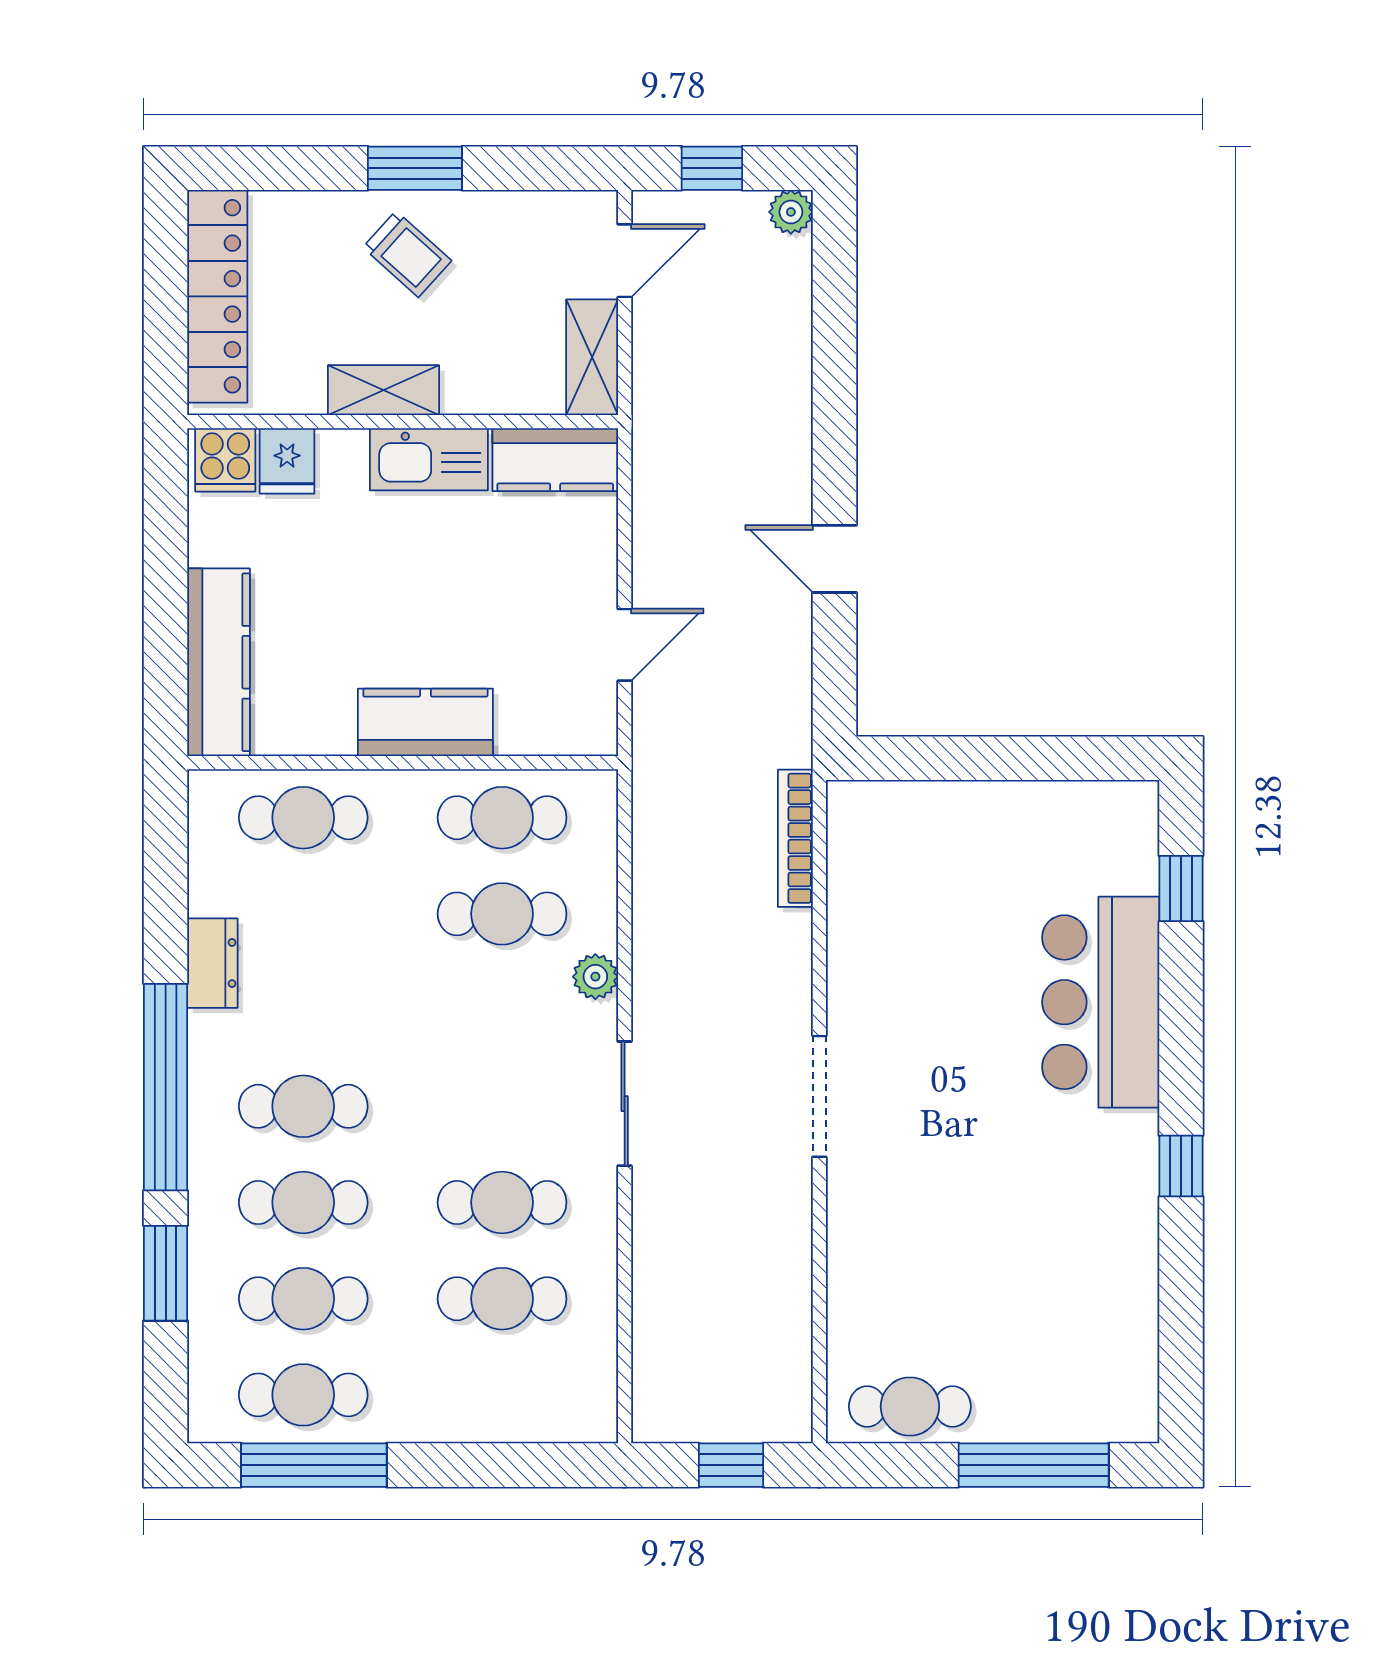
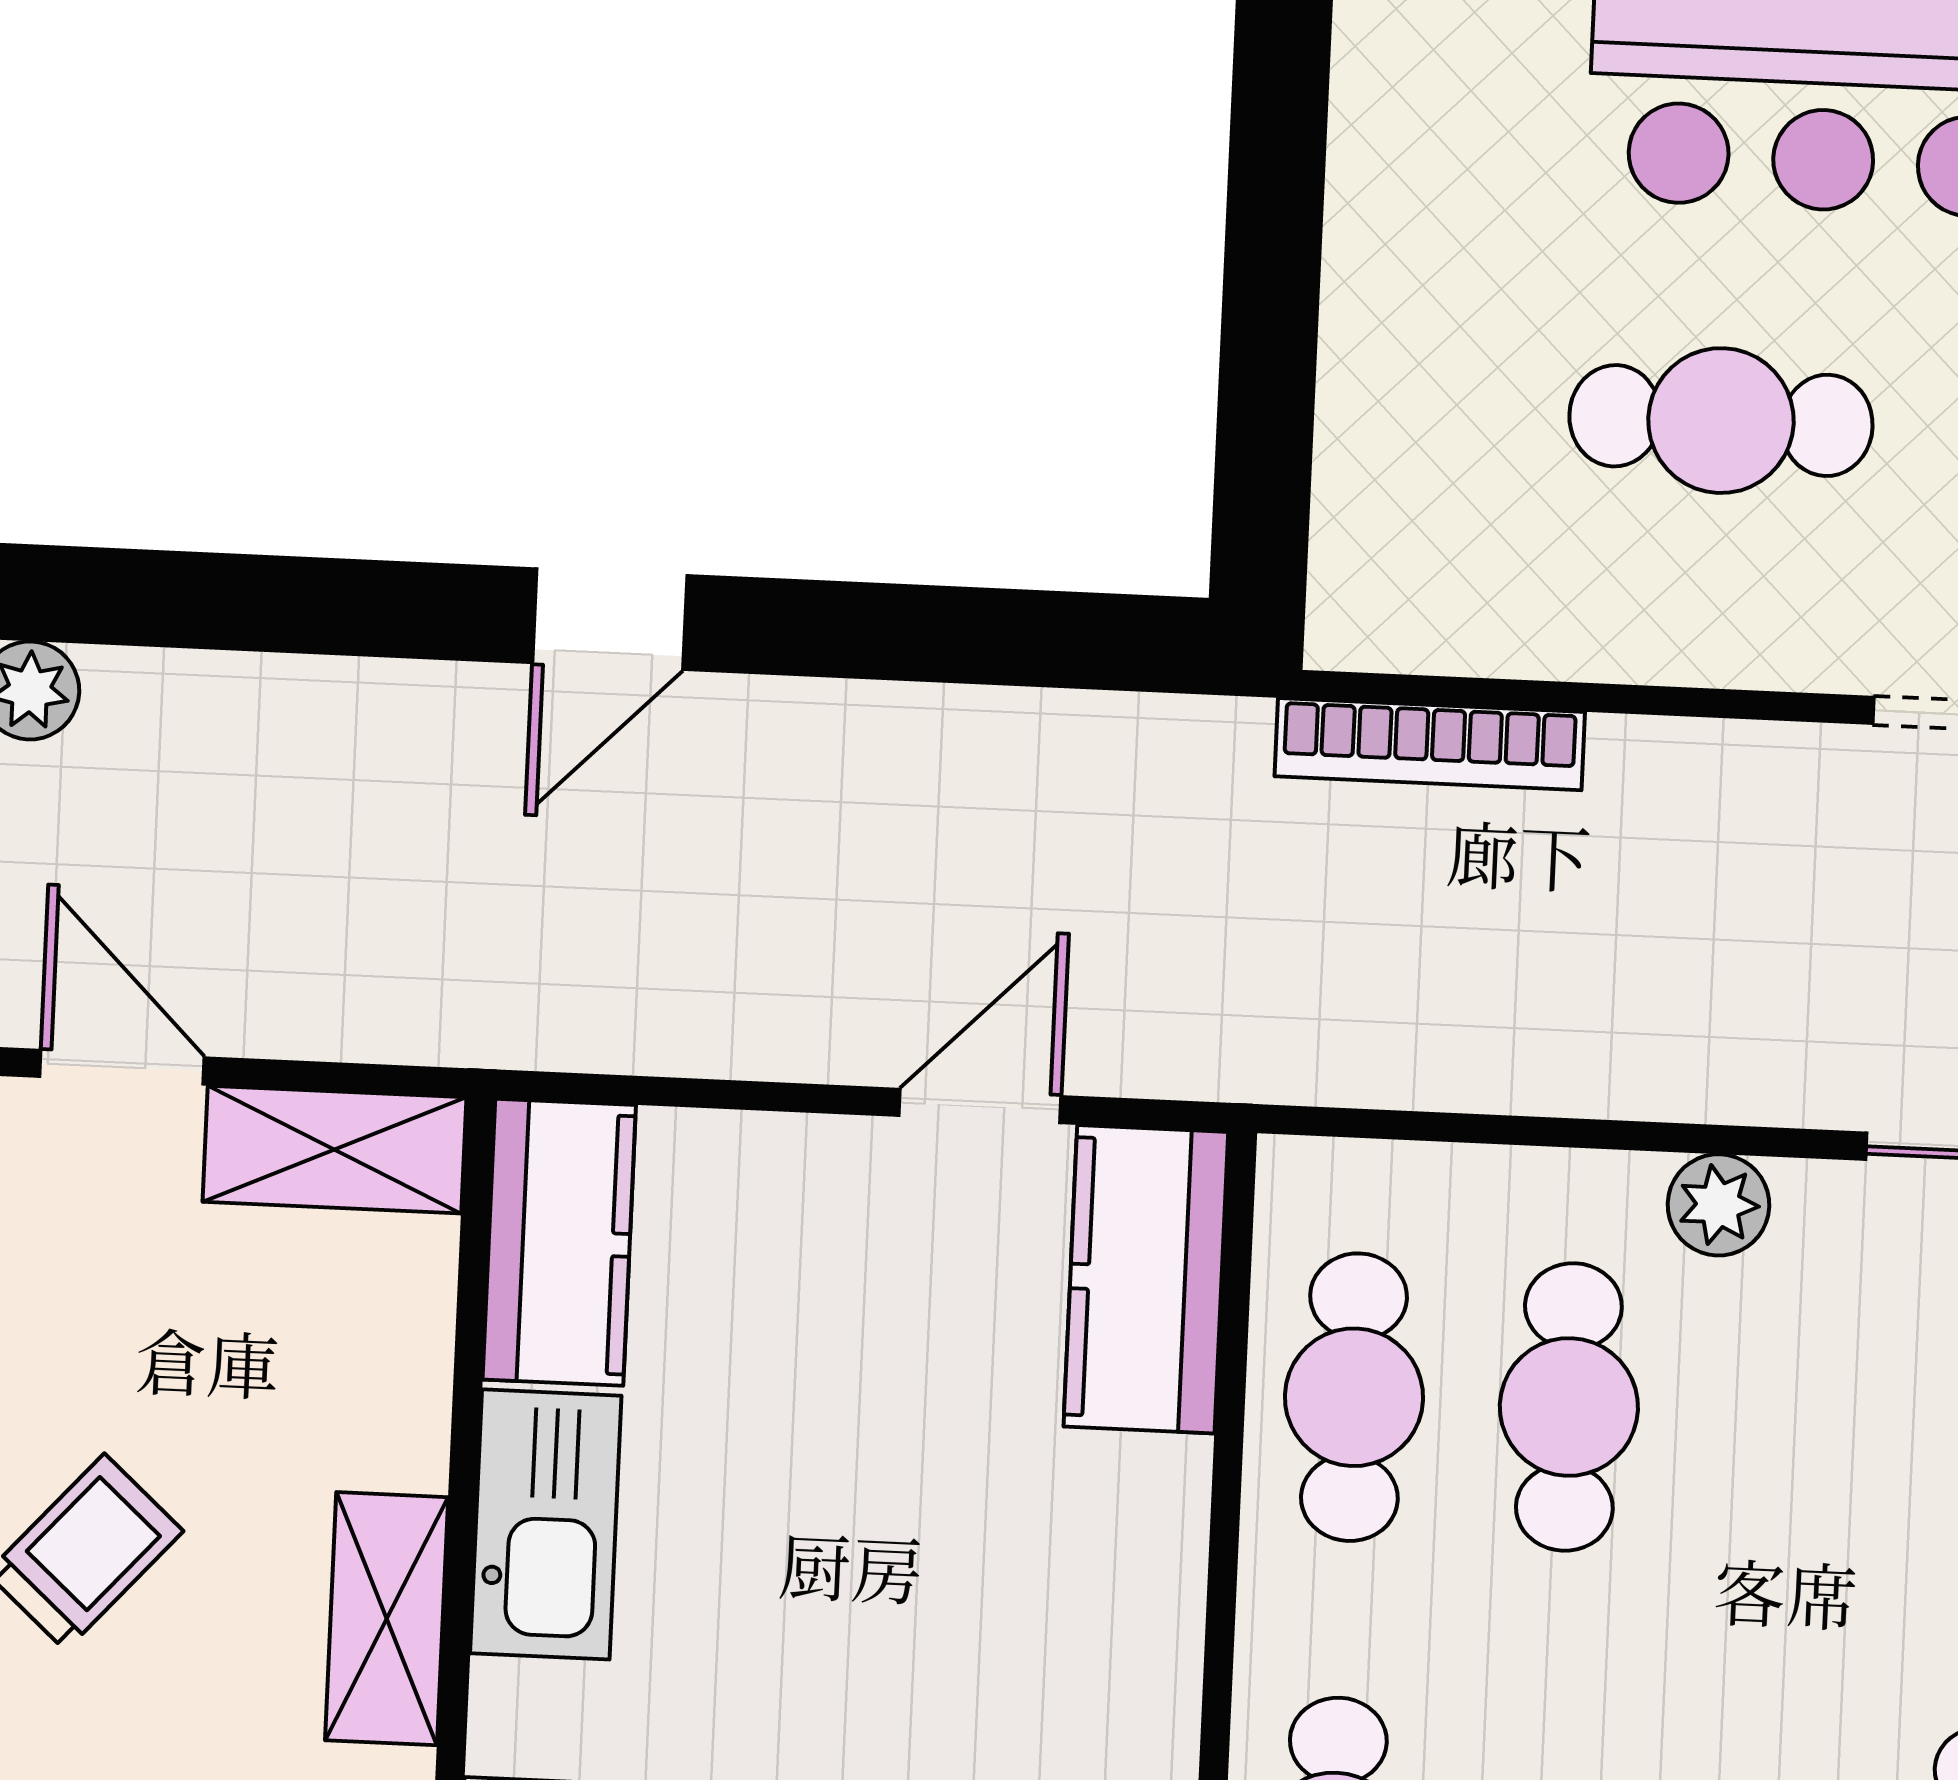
door: (835, 559) -> (610, 619), moved
door: (625, 645) -> (980, 1106), hinge flipped
kitchen counter: (425, 722) -> (1146, 1279), moved
cafe table: (946, 962) -> (1721, 421), added

